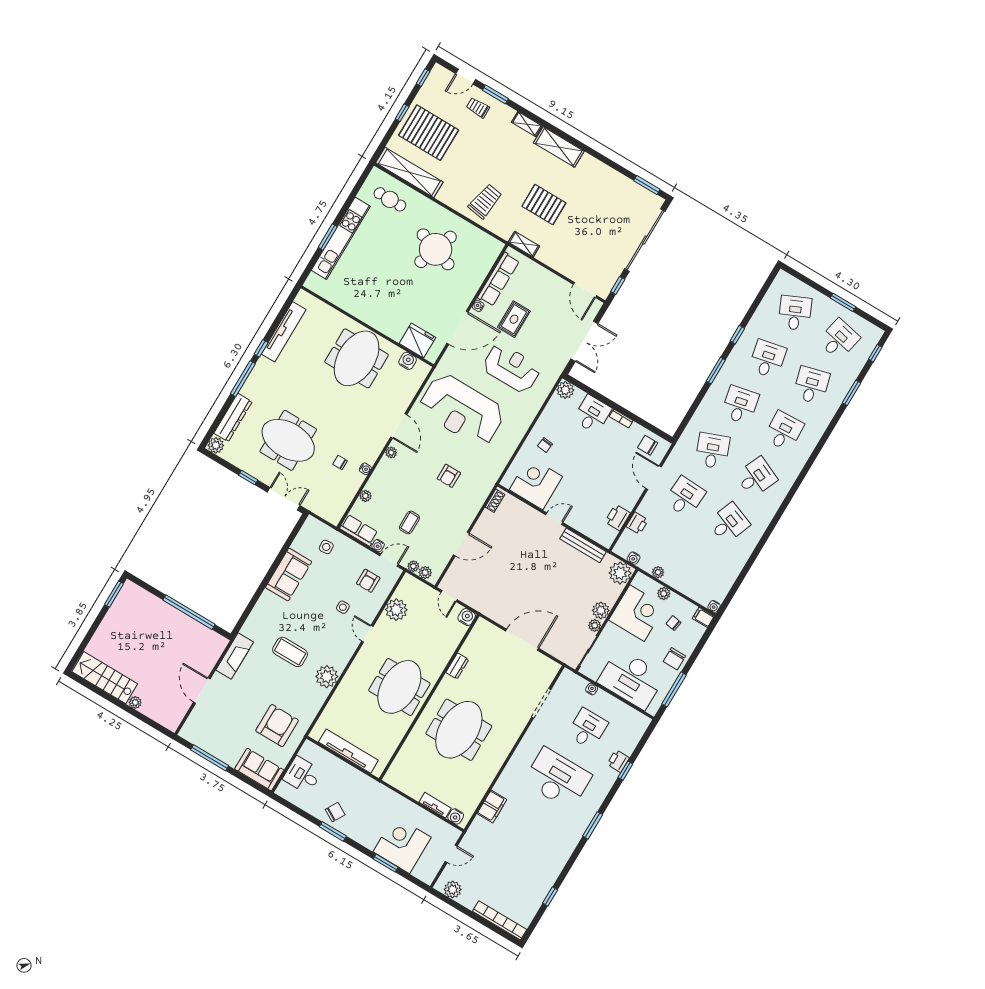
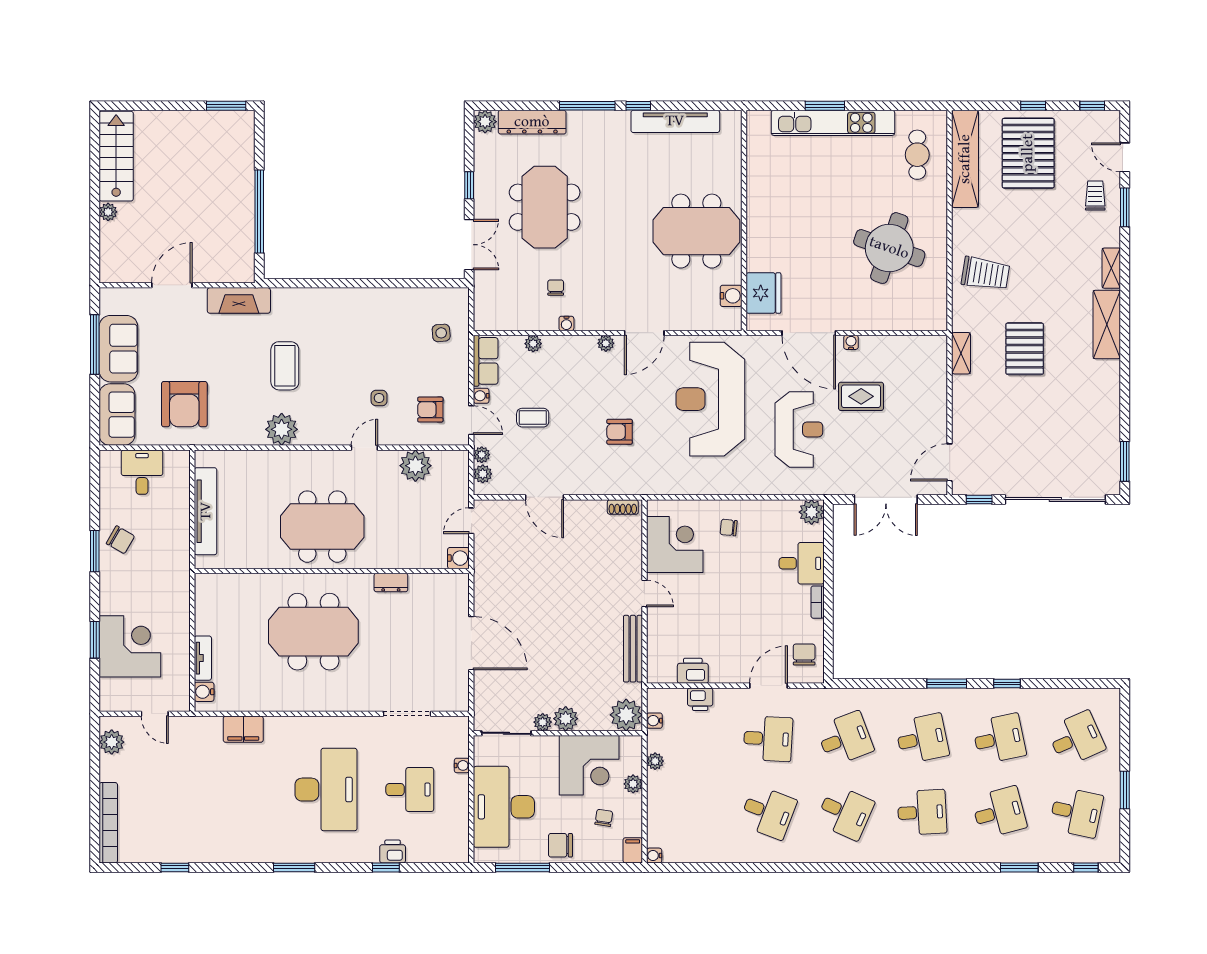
row of seats: (498, 279) -> (899, 348), removed
sofa: (289, 575) -> (118, 349), moved, turned -90
armchair: (277, 726) -> (184, 404), turned 90

